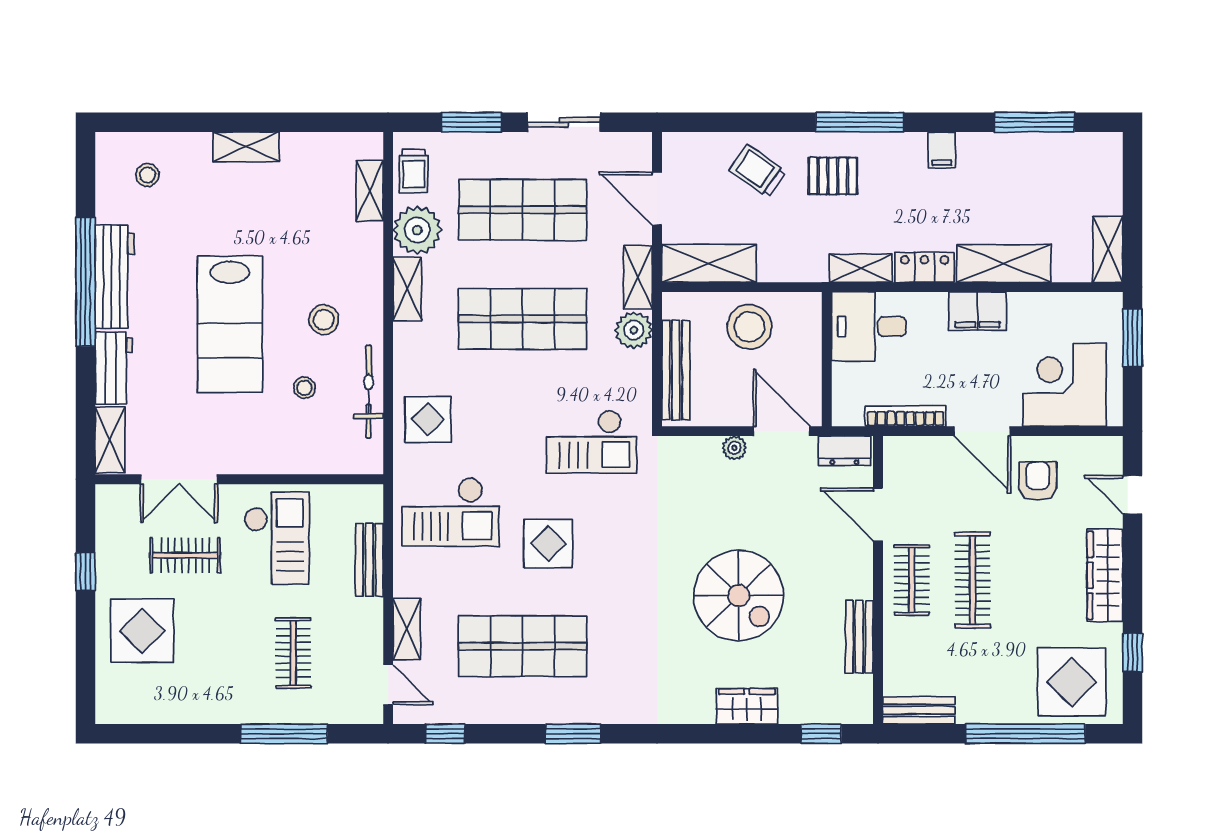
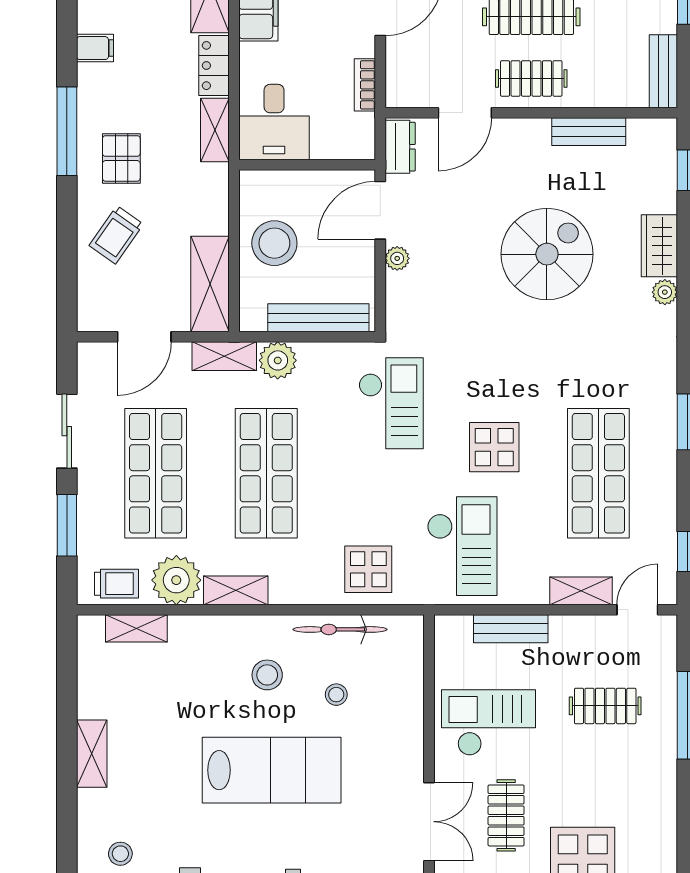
bookcase: (905, 416) -> (365, 85), width x0.64
plant: (701, 712) -> (665, 292), added

